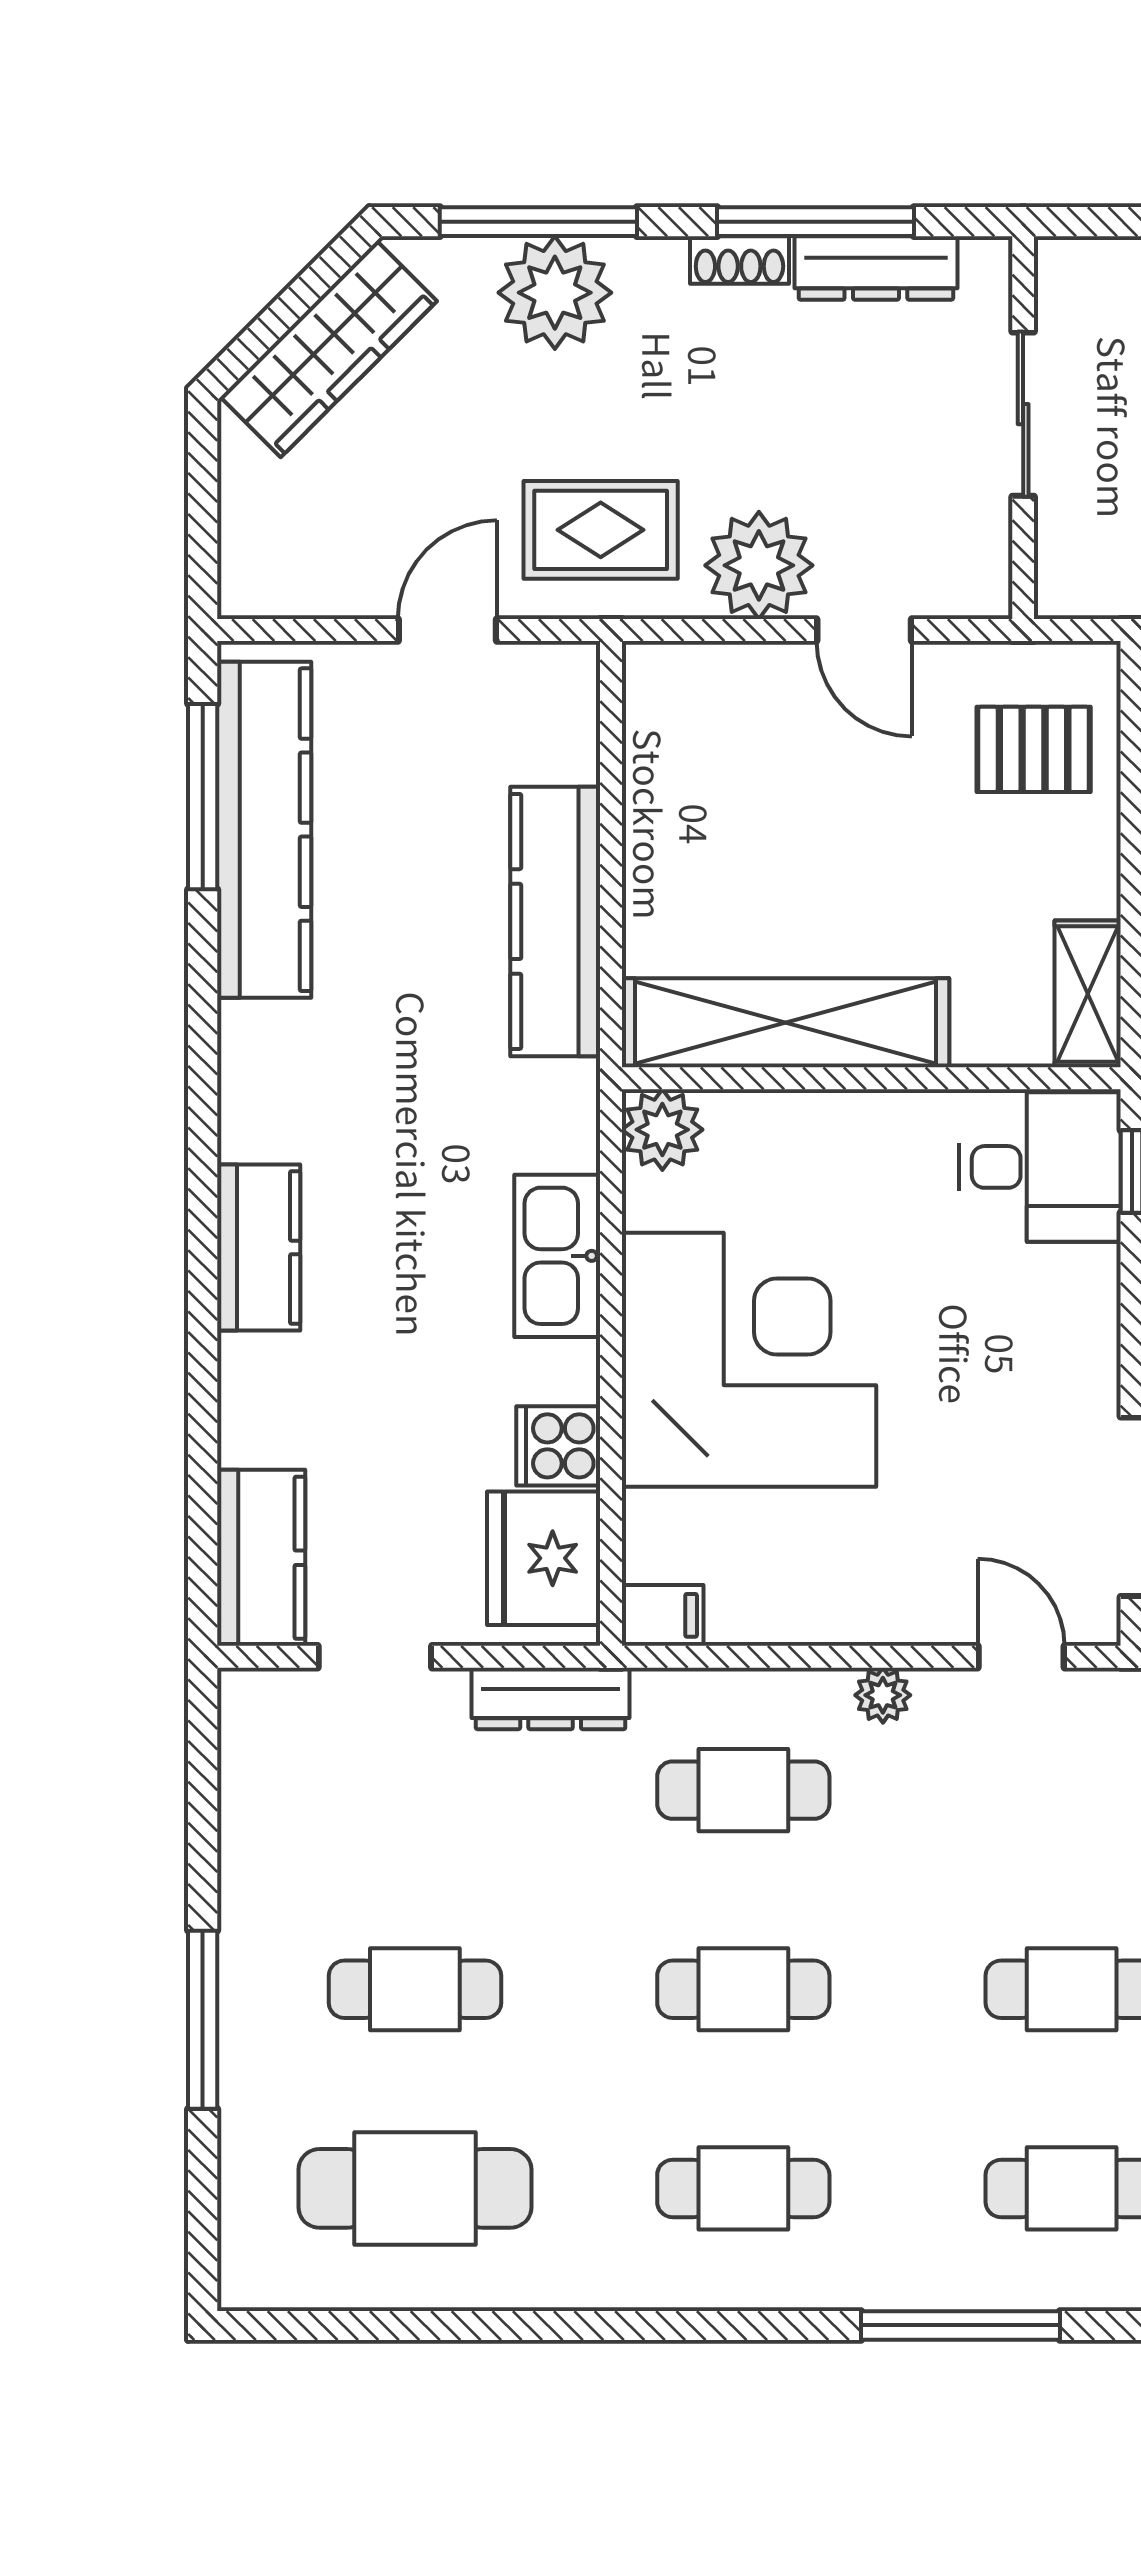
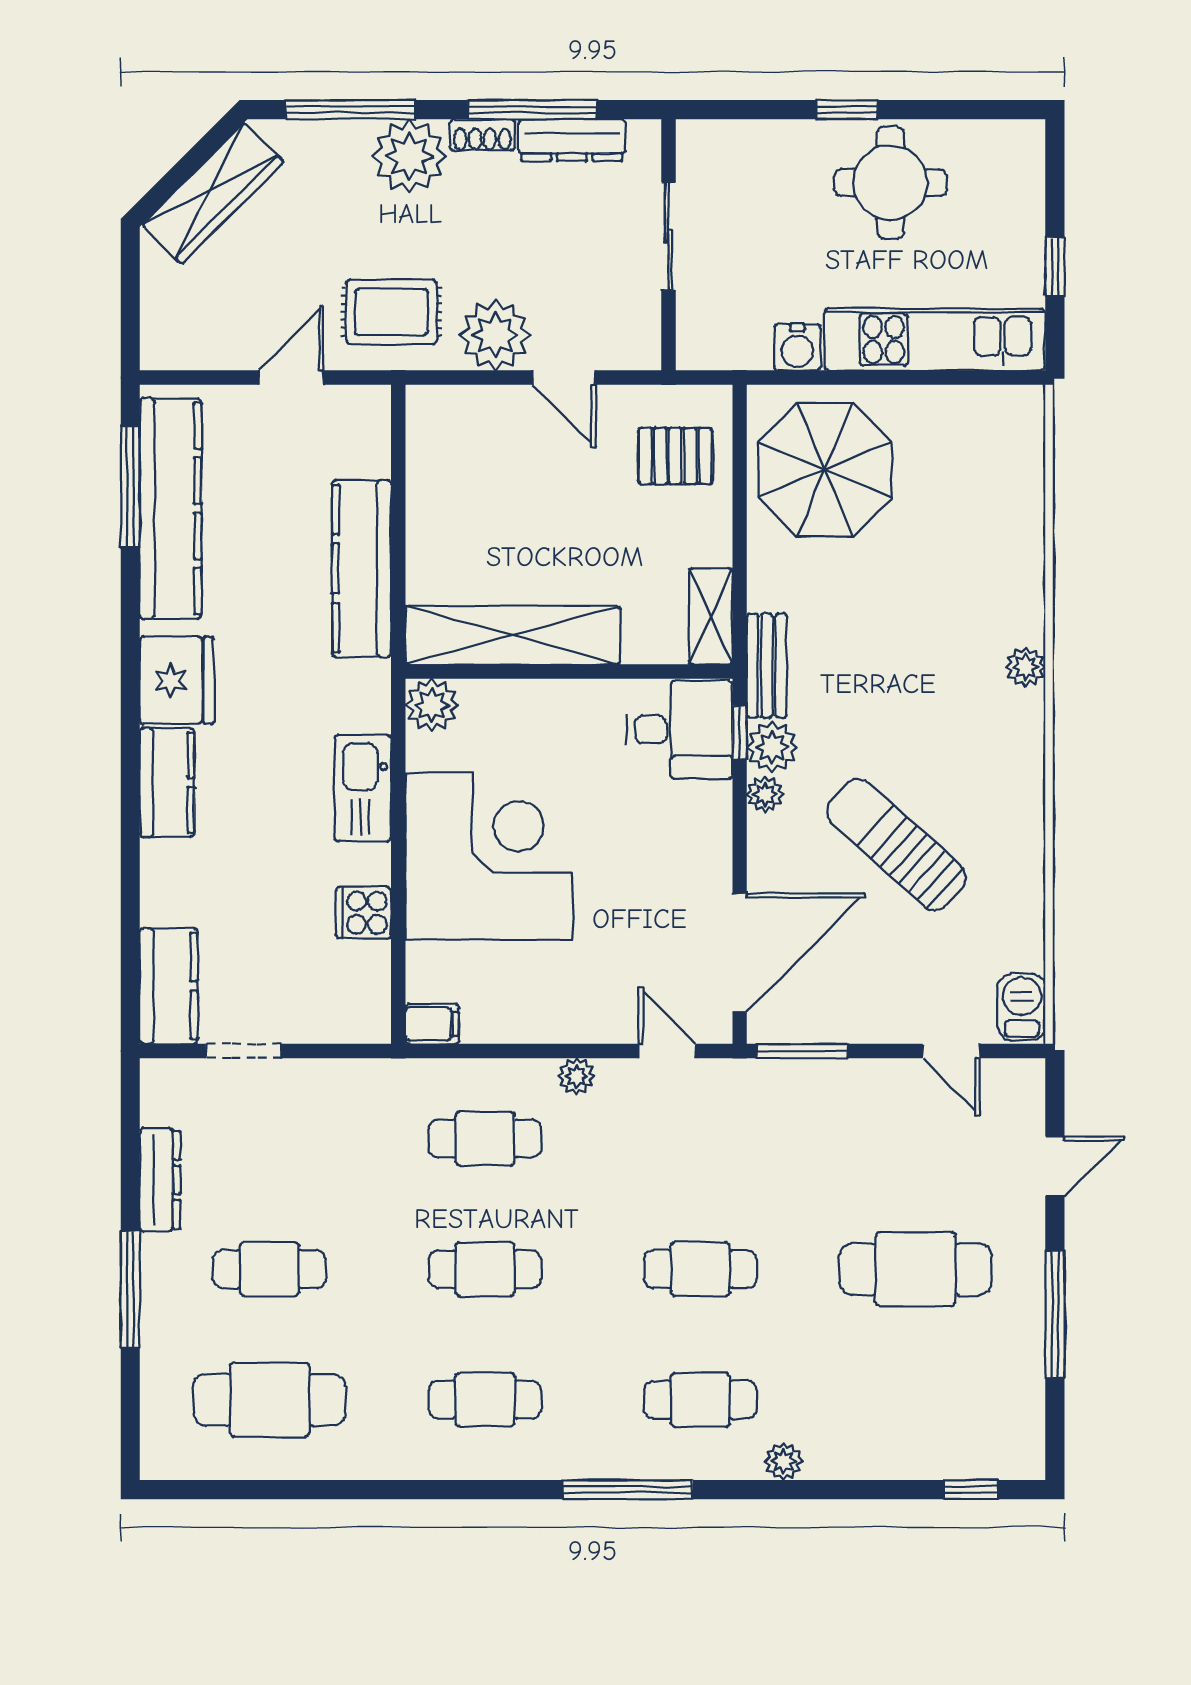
plant: (555, 293) -> (409, 156), moved
fridge: (544, 1558) -> (177, 680), moved, turned 180
dresser: (551, 1698) -> (160, 1180), moved, turned -90

